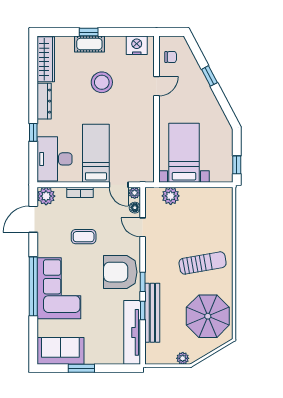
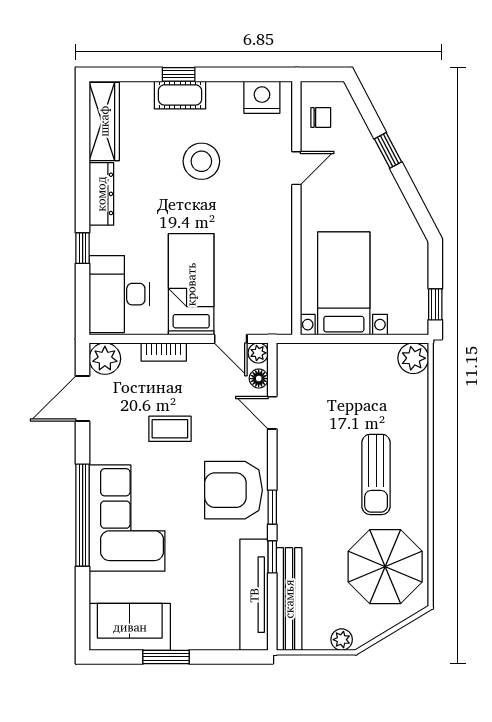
plant: (171, 196) -> (413, 358), moved
sun lounger: (203, 263) -> (376, 474), turned 100
bench: (152, 313) -> (289, 599), moved

